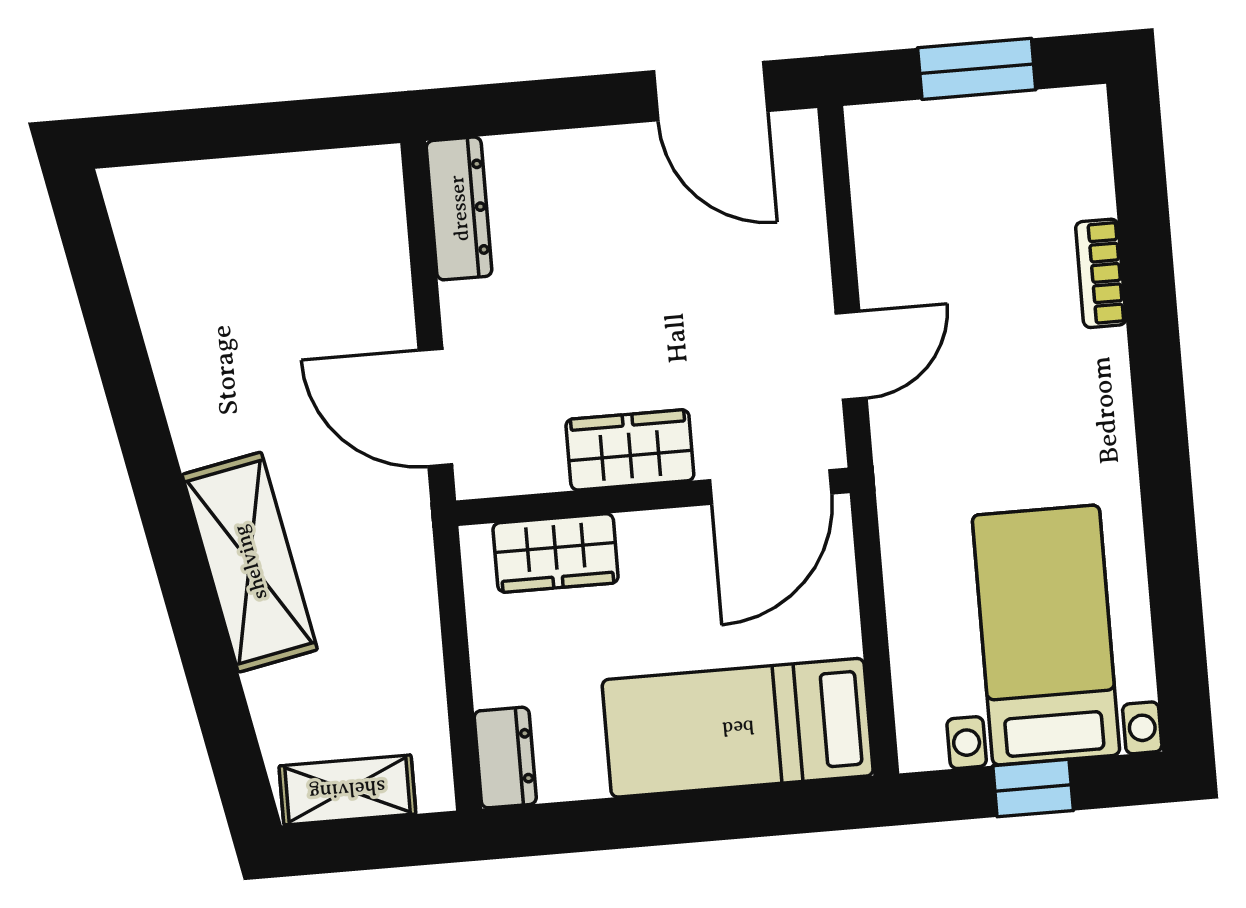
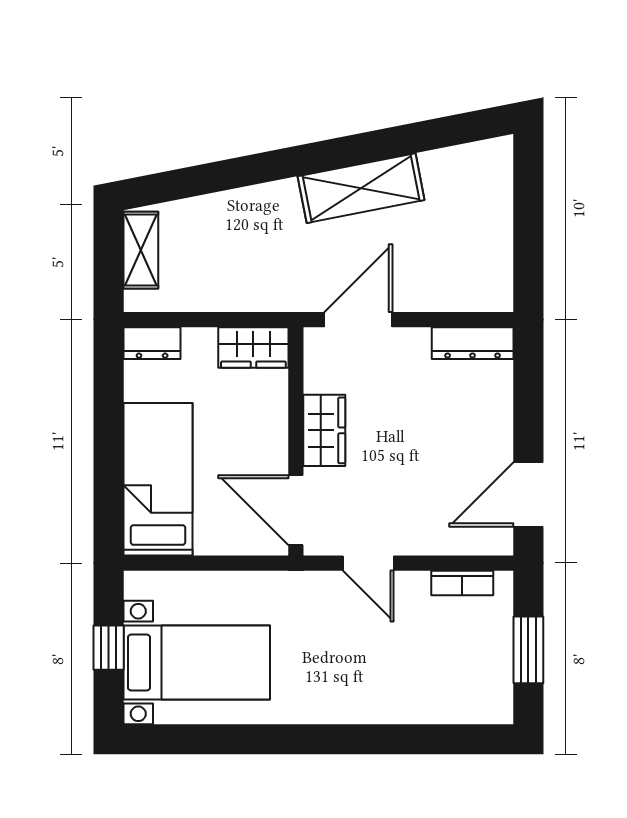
bookcase: (1101, 273) -> (462, 583), moved, turned 180
wardrobe: (556, 553) -> (253, 347), moved, turned -90
shelving: (250, 562) -> (361, 188), moved

